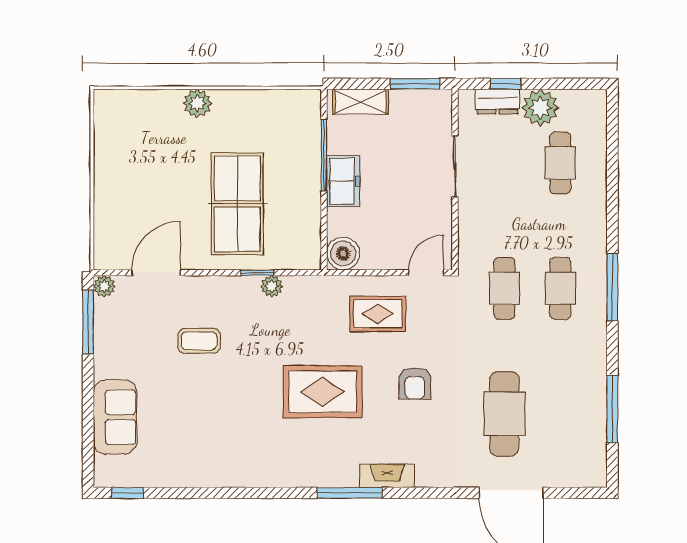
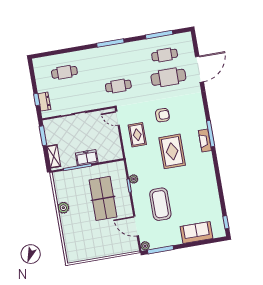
plant: (197, 103) -> (63, 208), moved
plant: (540, 108) -> (44, 84), removed
table tennis table: (237, 204) -> (103, 198), turned 90
boiler: (343, 254) -> (116, 153), removed
cafe table: (560, 288) -> (165, 55), moved
coffee table: (199, 341) -> (160, 204), width x1.86, depth x1.72
fireplace: (387, 476) -> (205, 141), moved

